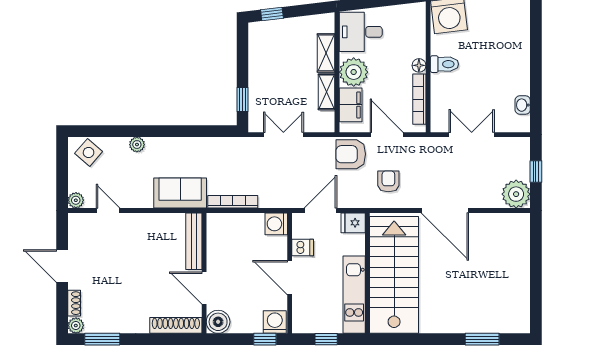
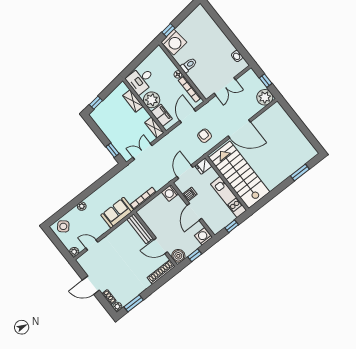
shelving: (327, 92) -> (154, 128), moved
door: (387, 135) -> (188, 116), hinge flipped
double door: (472, 135) -> (225, 87), swing flipped
armchair: (351, 154) -> (179, 137), removed
door: (290, 278) -> (194, 212), hinge flipped
window: (265, 339) -> (195, 255), moved

